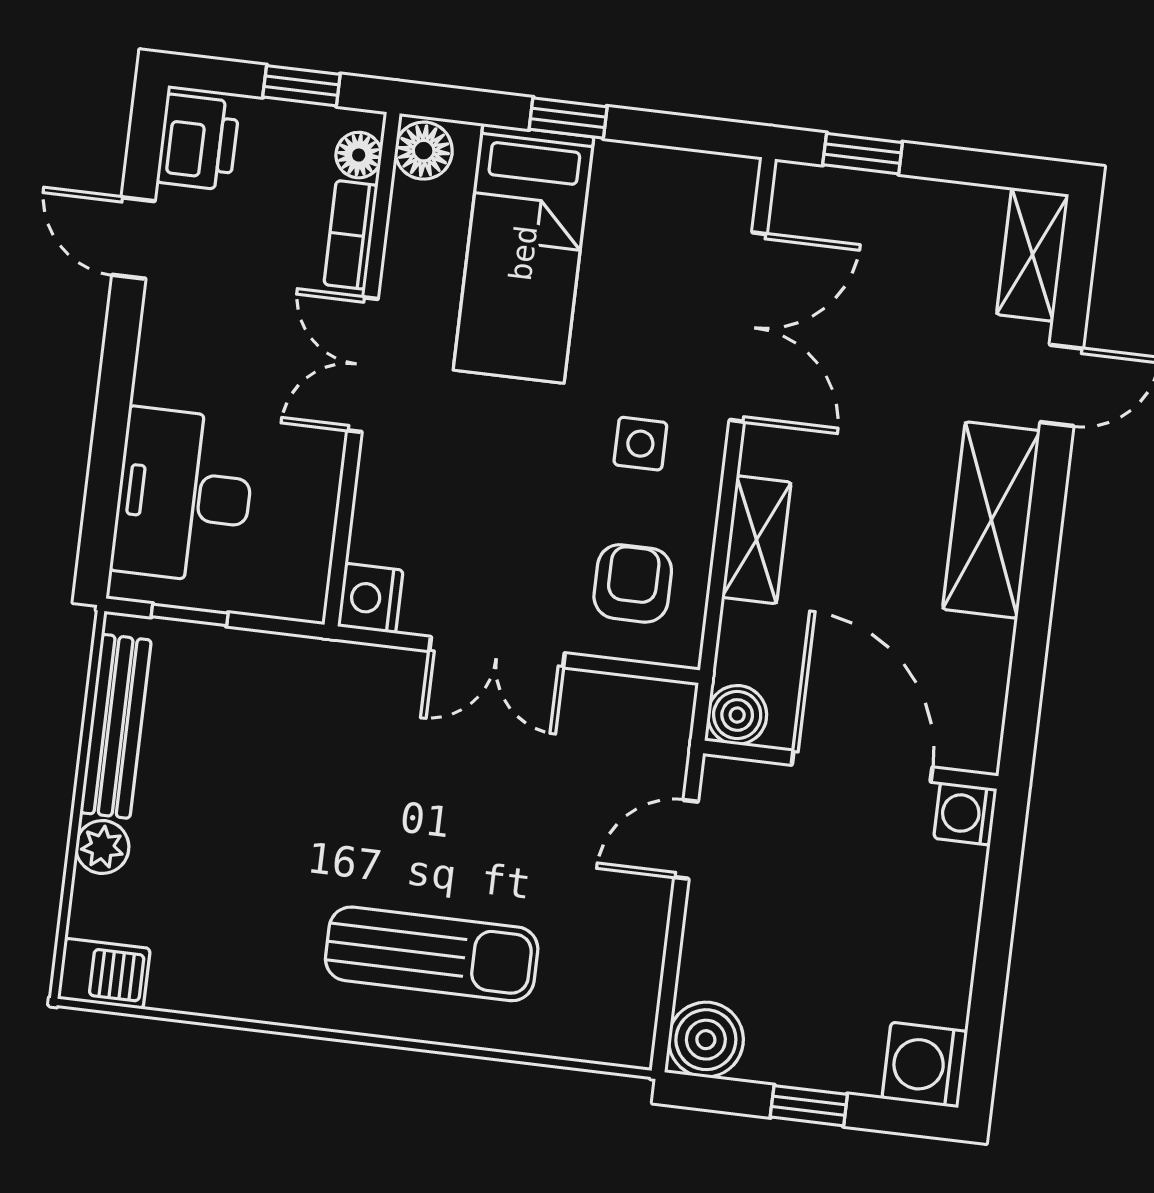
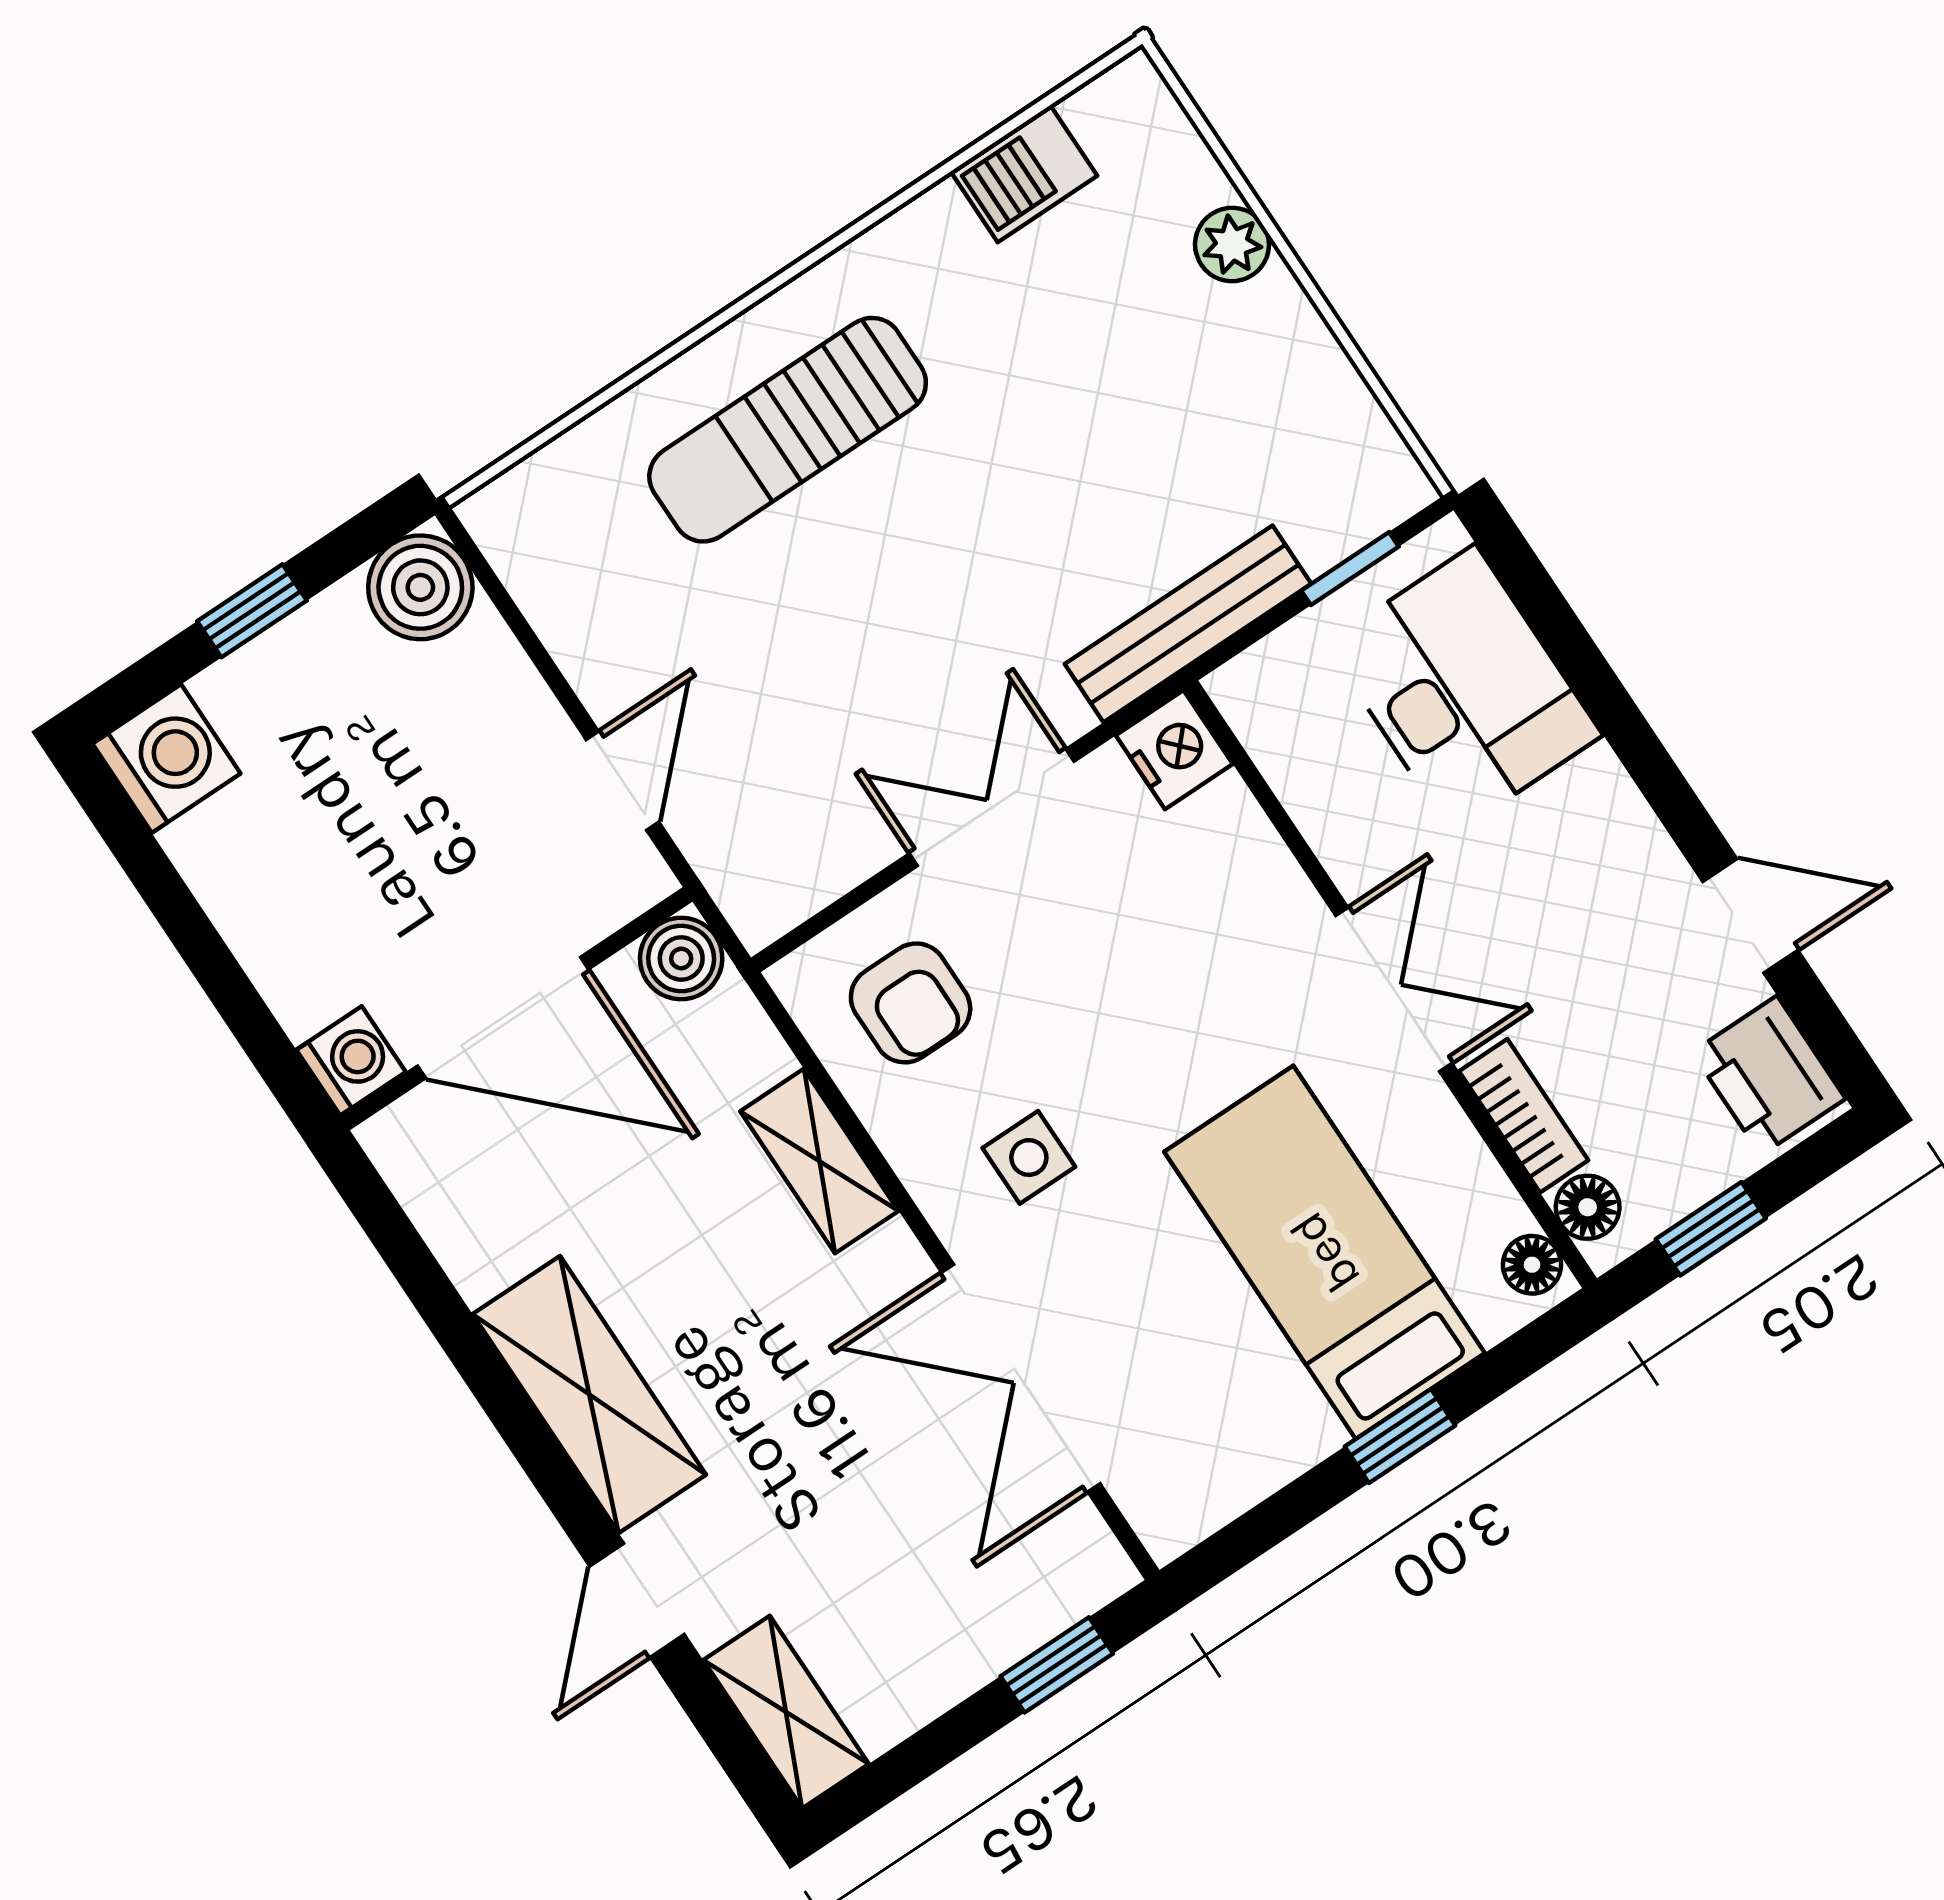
floor lamp: (424, 151) -> (1532, 1265), width x0.73, depth x0.73
bench: (116, 726) -> (1188, 624), moved, turned 90
barbecue: (104, 974) -> (1024, 174), moved

